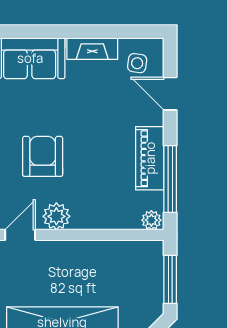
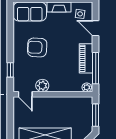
armchair: (43, 156) -> (37, 47), moved, turned -87
door: (20, 235) -> (25, 94), swing flipped

